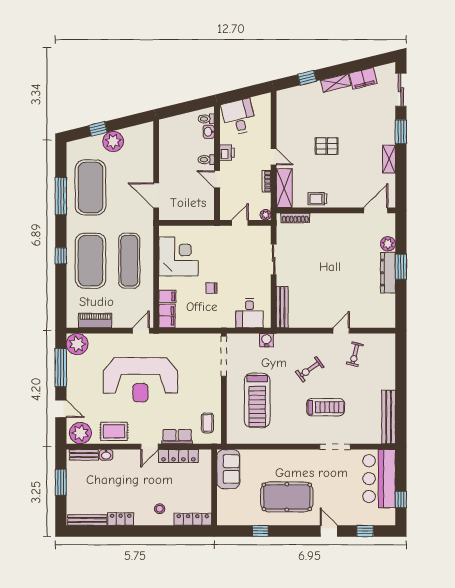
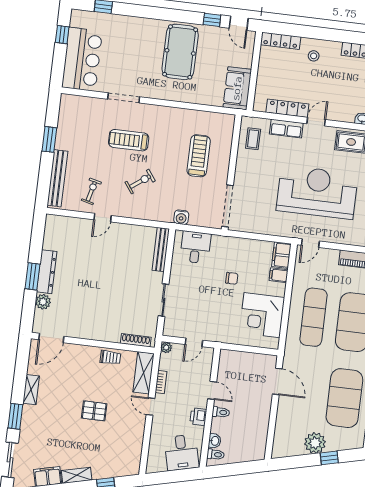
window: (401, 399) -> (49, 139), added
treadmill: (257, 400) -> (199, 156), width x0.73, depth x0.73
bench: (389, 417) -> (57, 178), moved
pool table: (287, 497) -> (180, 52), turned 90
door: (329, 531) -> (239, 23), moved

